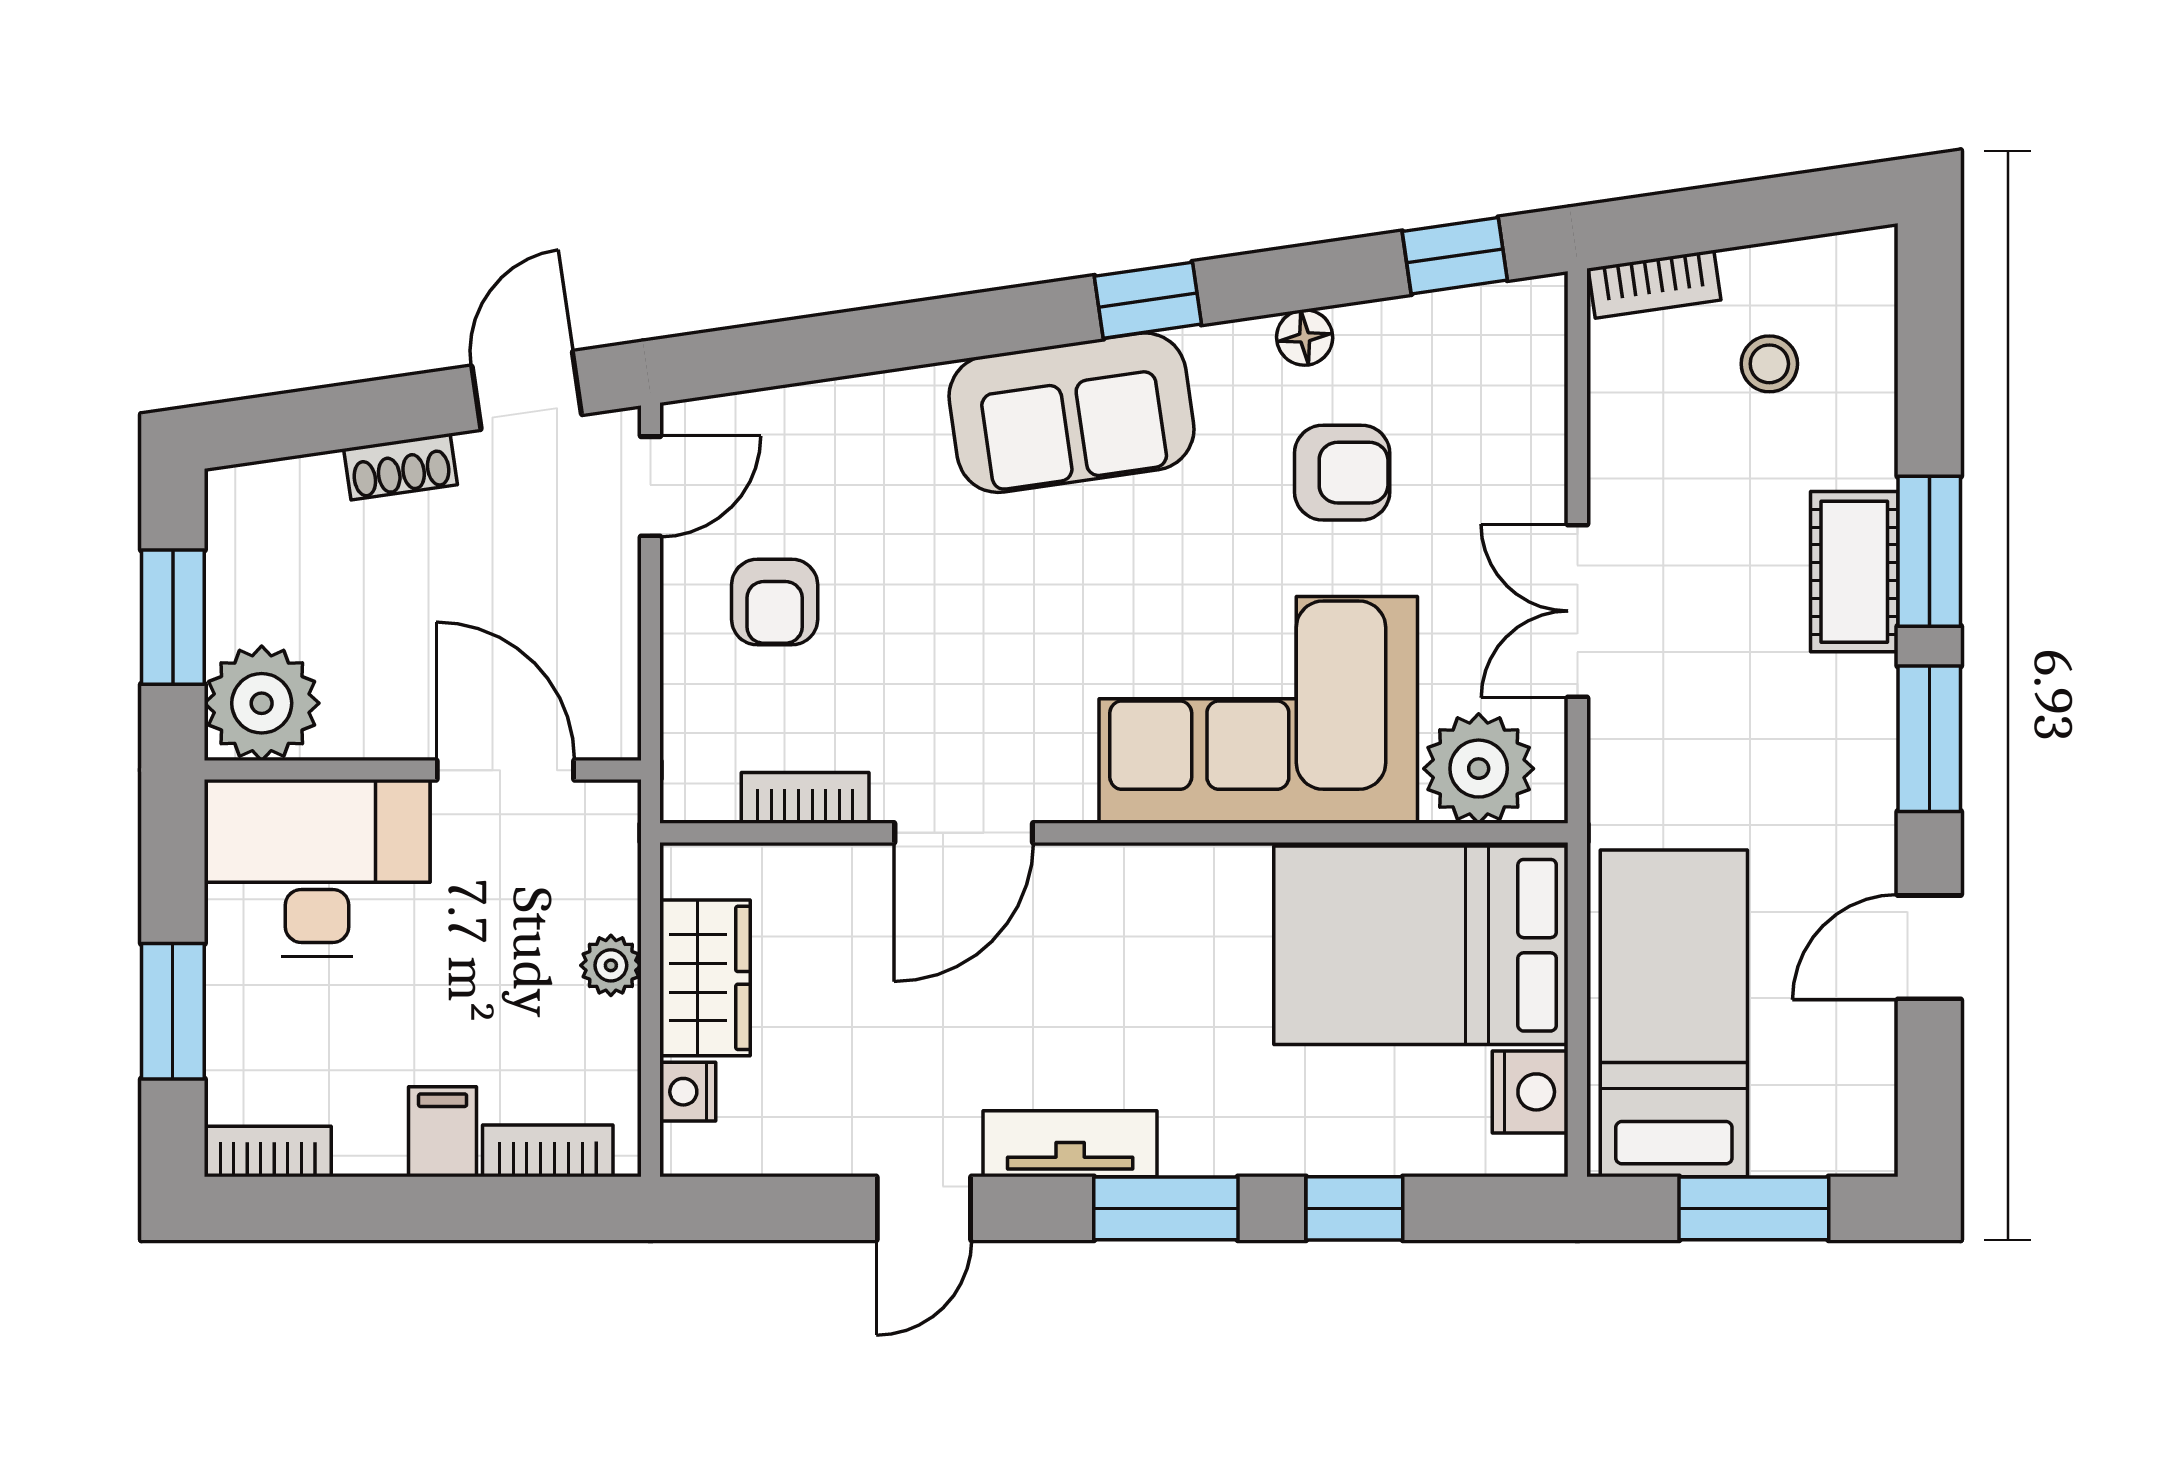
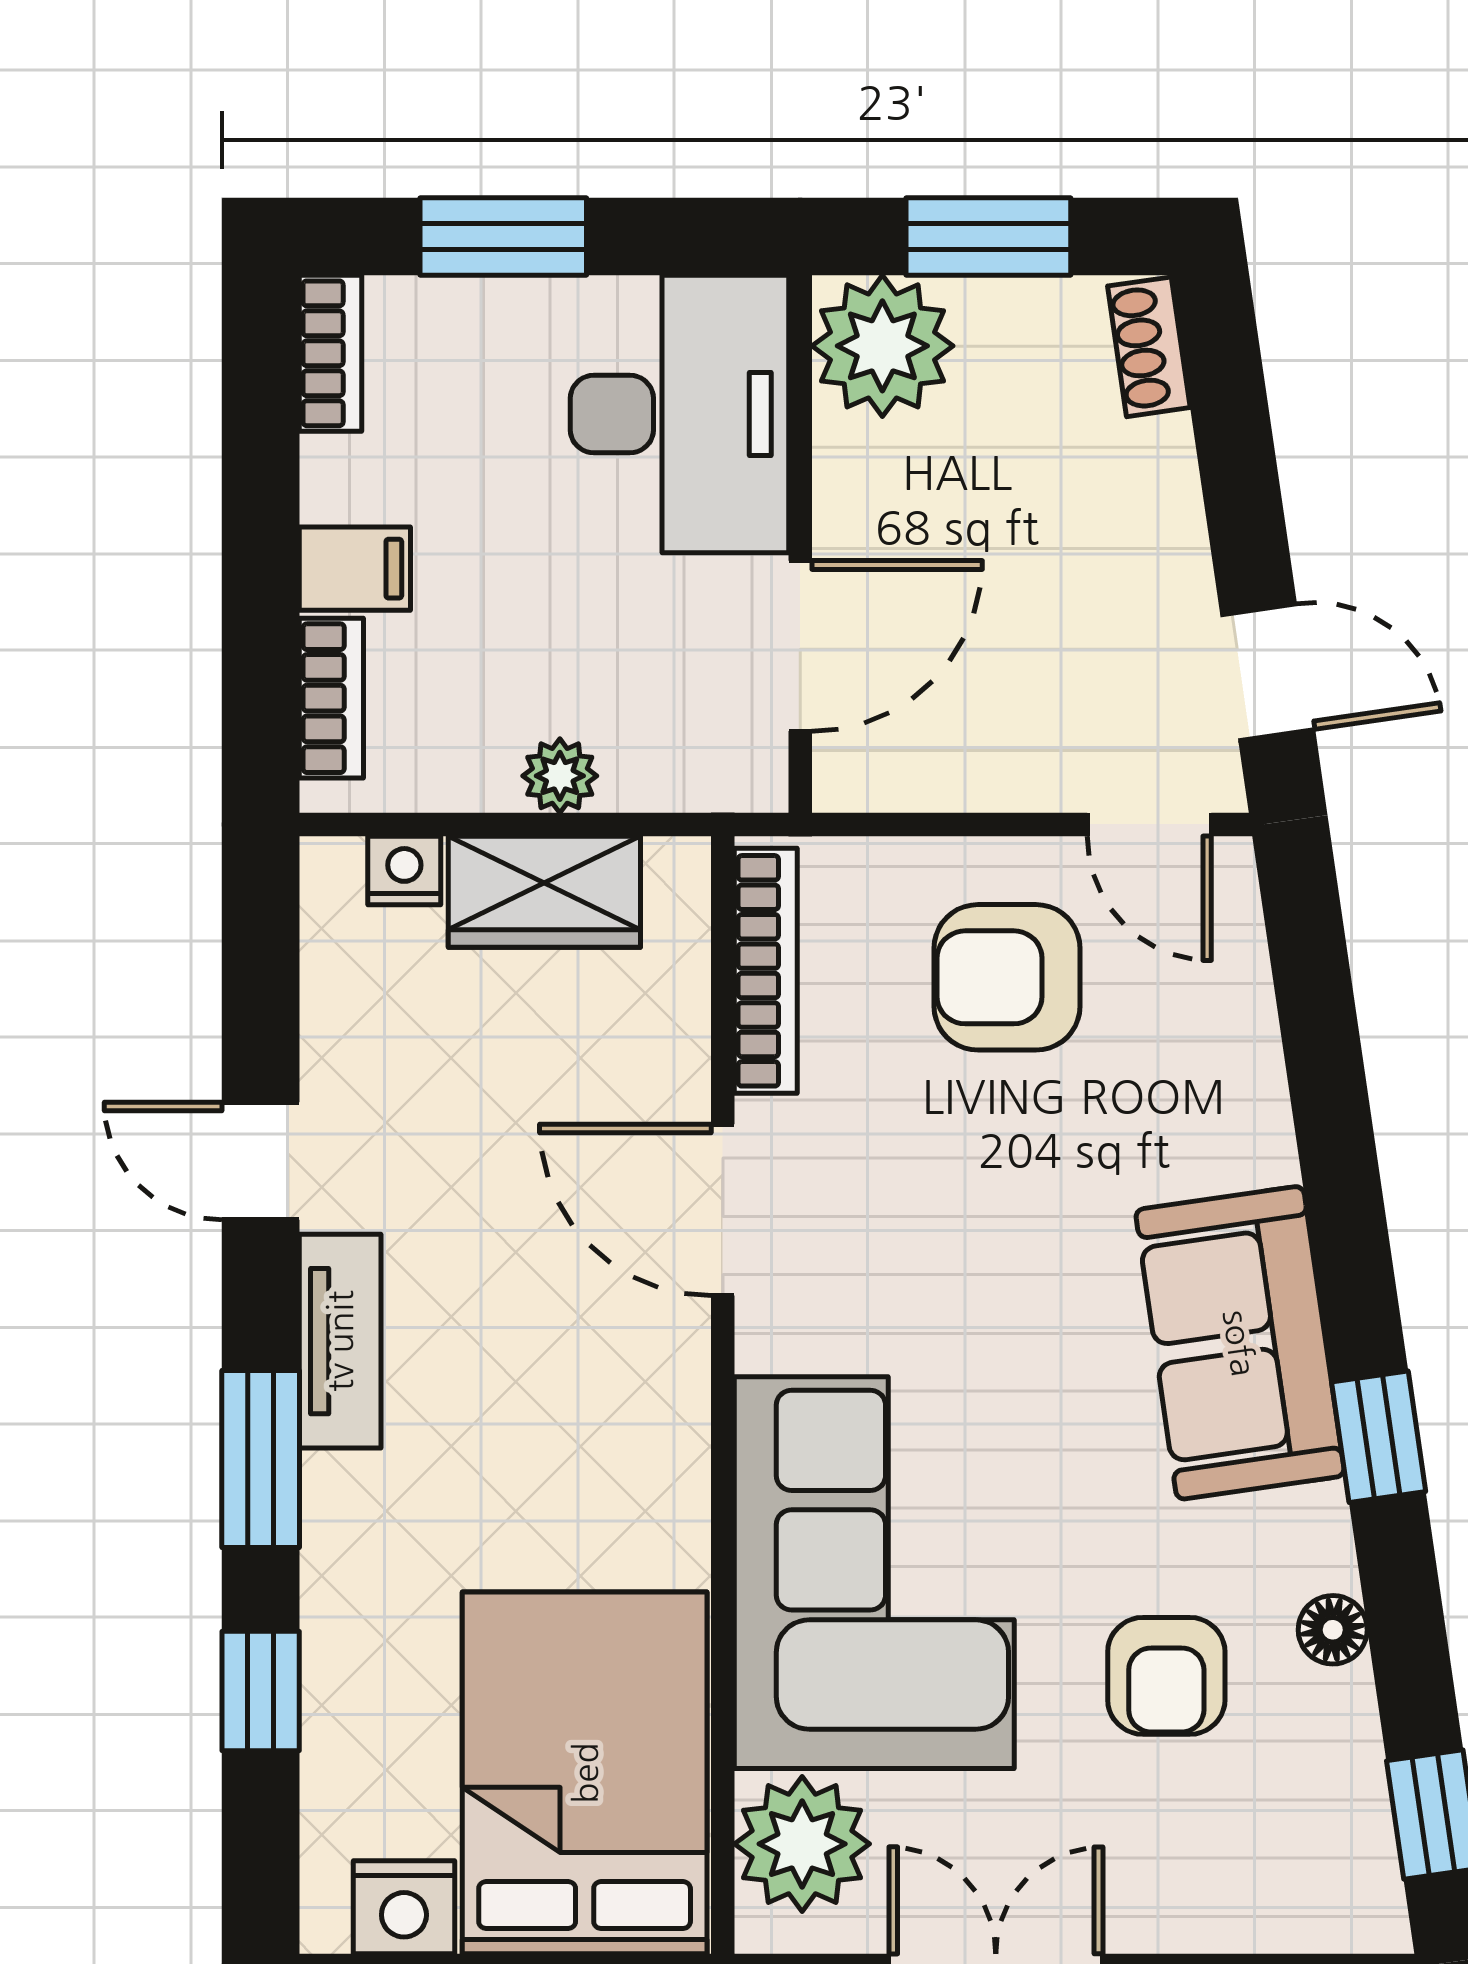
shoe rack: (400, 467) -> (1149, 347), moved
armchair: (775, 602) -> (1007, 977), width x1.38, depth x1.38
bookcase: (805, 798) -> (766, 971), width x1.56

